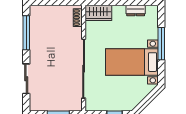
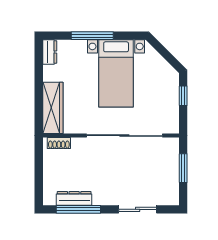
dresser: (136, 10) -> (50, 52), moved
wardrobe: (98, 13) -> (53, 108), width x1.50
dresser: (35, 29) -> (74, 198), added

